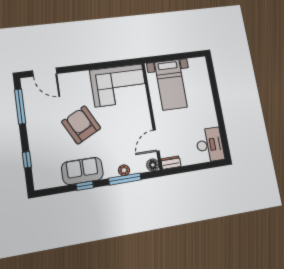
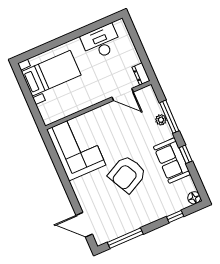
door: (45, 72) -> (84, 225), swing flipped
bed with nightstands: (171, 85) -> (51, 73), moved
desk: (210, 145) -> (101, 42), moved
floor lamp: (153, 165) -> (194, 198), moved

